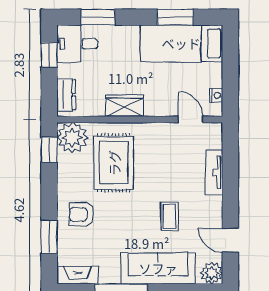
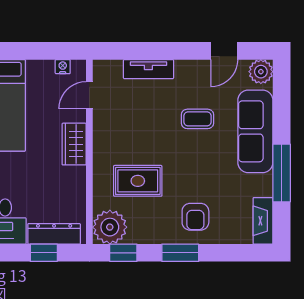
window: (49, 55) -> (44, 253), moved
dresser: (66, 95) -> (54, 234), width x1.44
wardrobe: (124, 106) -> (74, 144), moved
rug: (114, 163) -> (138, 181), width x0.73, depth x0.70
window: (49, 237) -> (180, 253), moved

